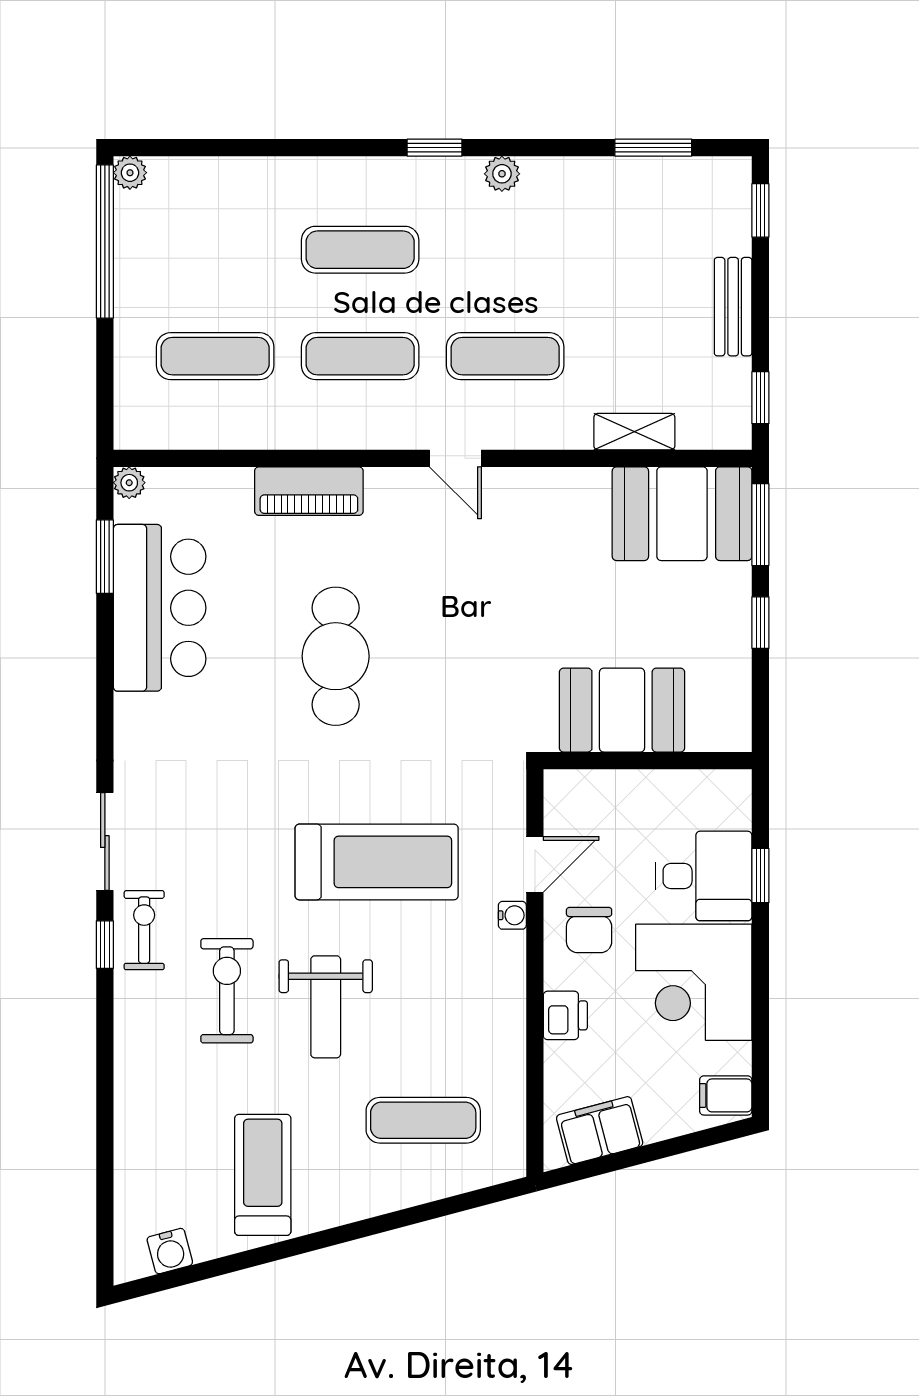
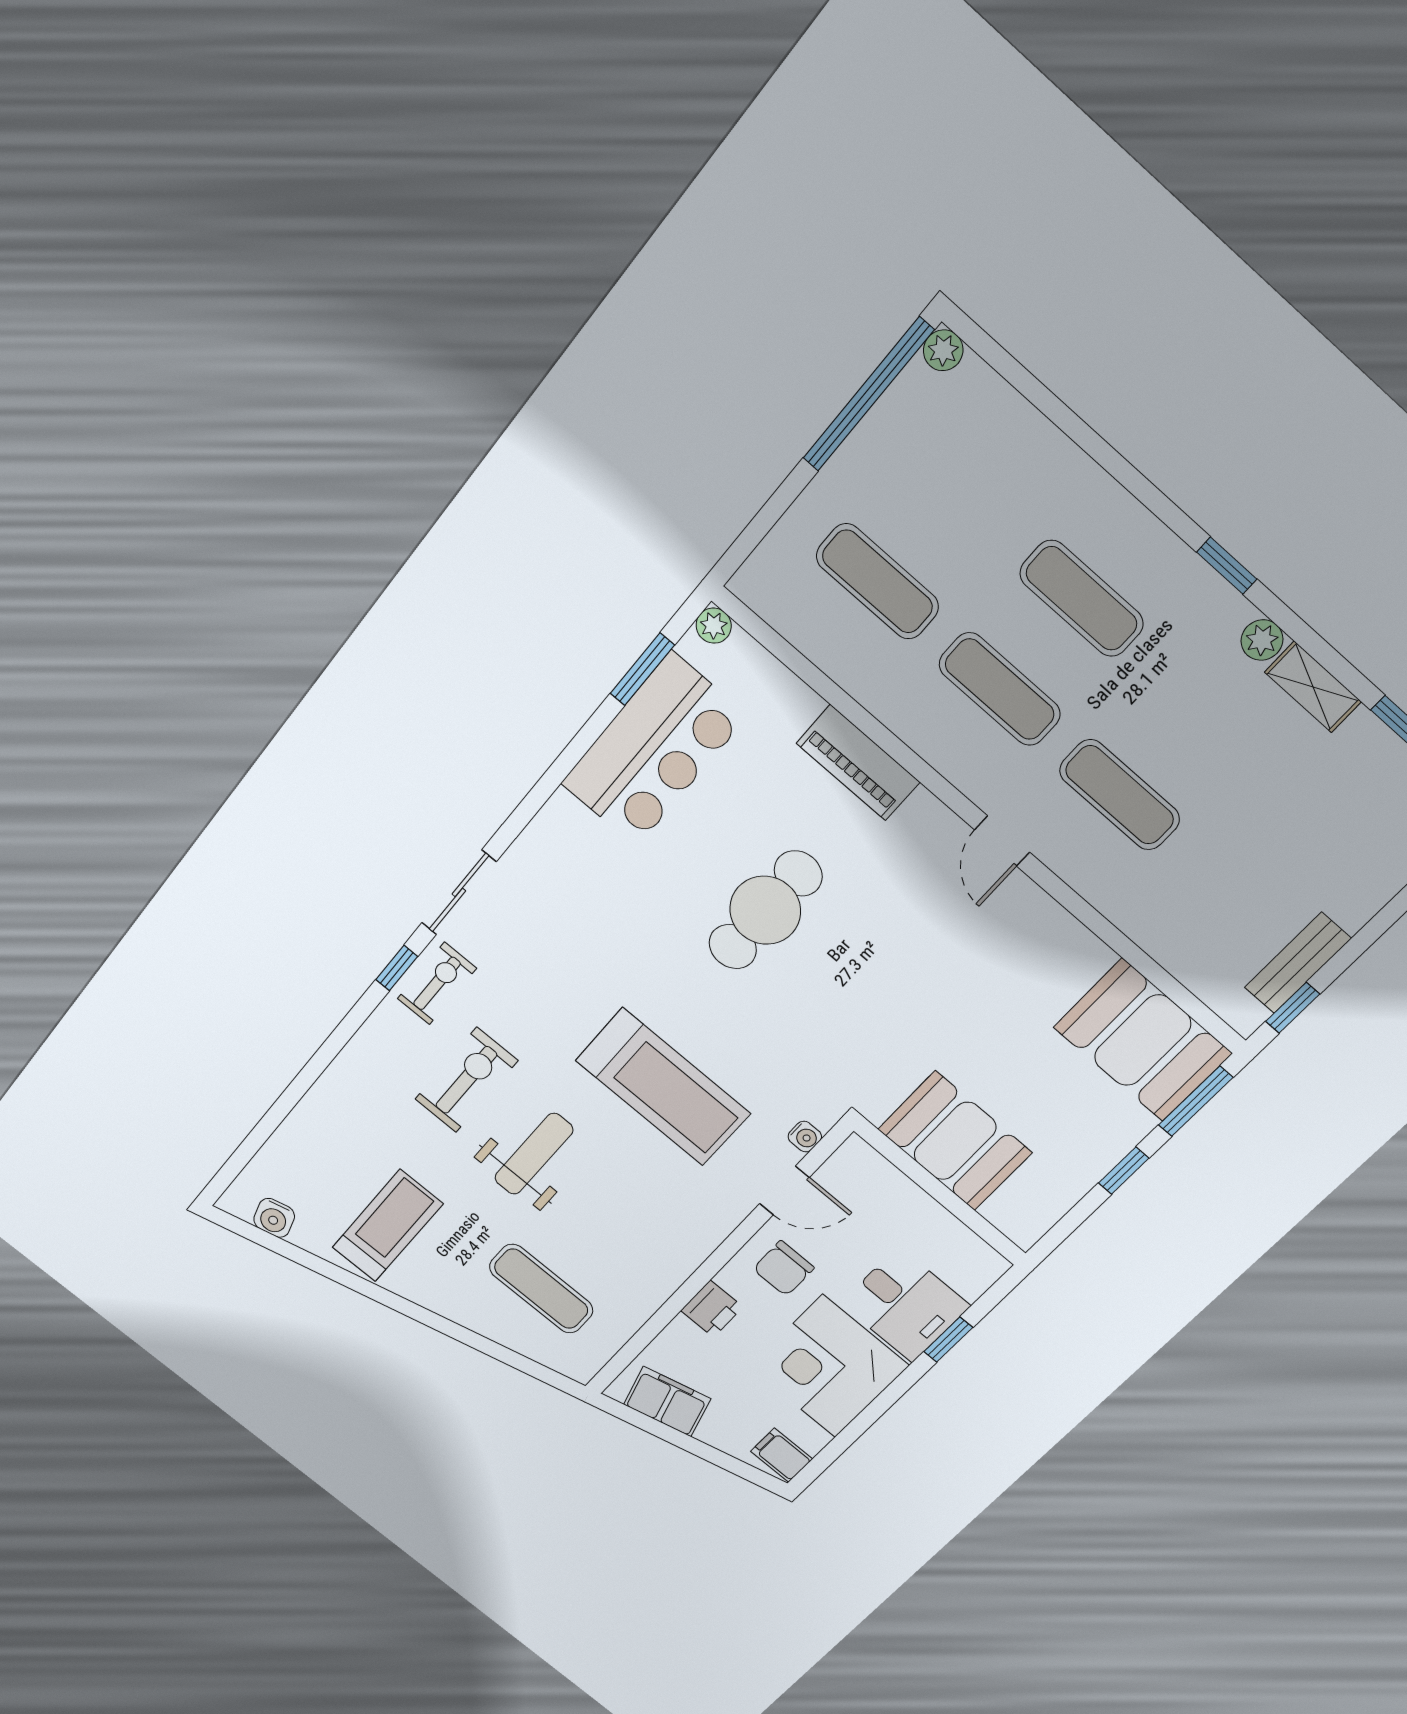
bench: (733, 307) -> (1298, 963), moved
shelving: (634, 432) -> (1313, 687), moved
water cooler: (512, 915) -> (805, 1137), moved
weight bench: (326, 1007) -> (534, 1154), turned 180

